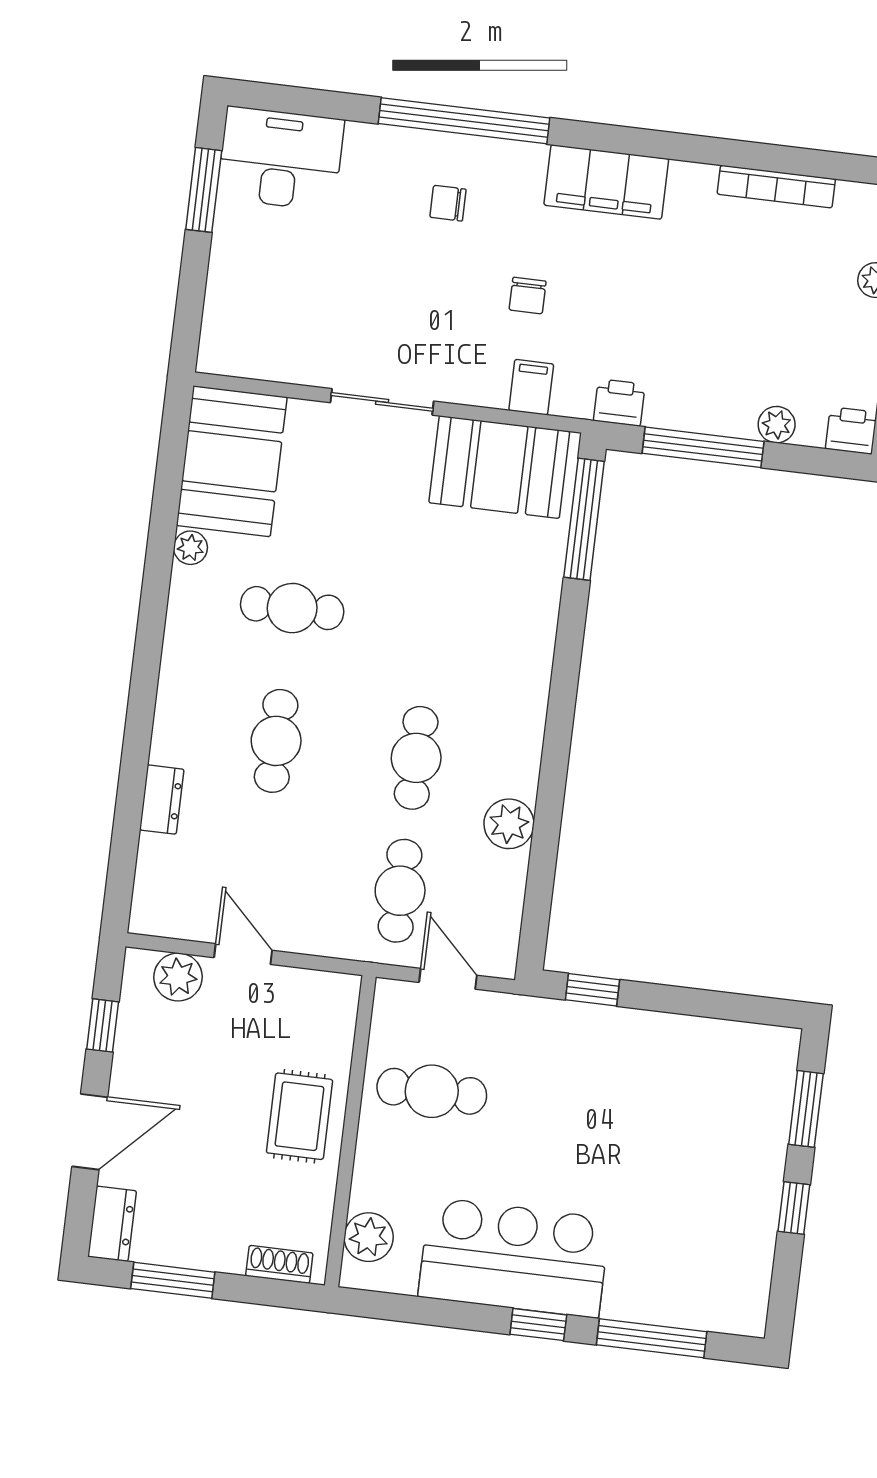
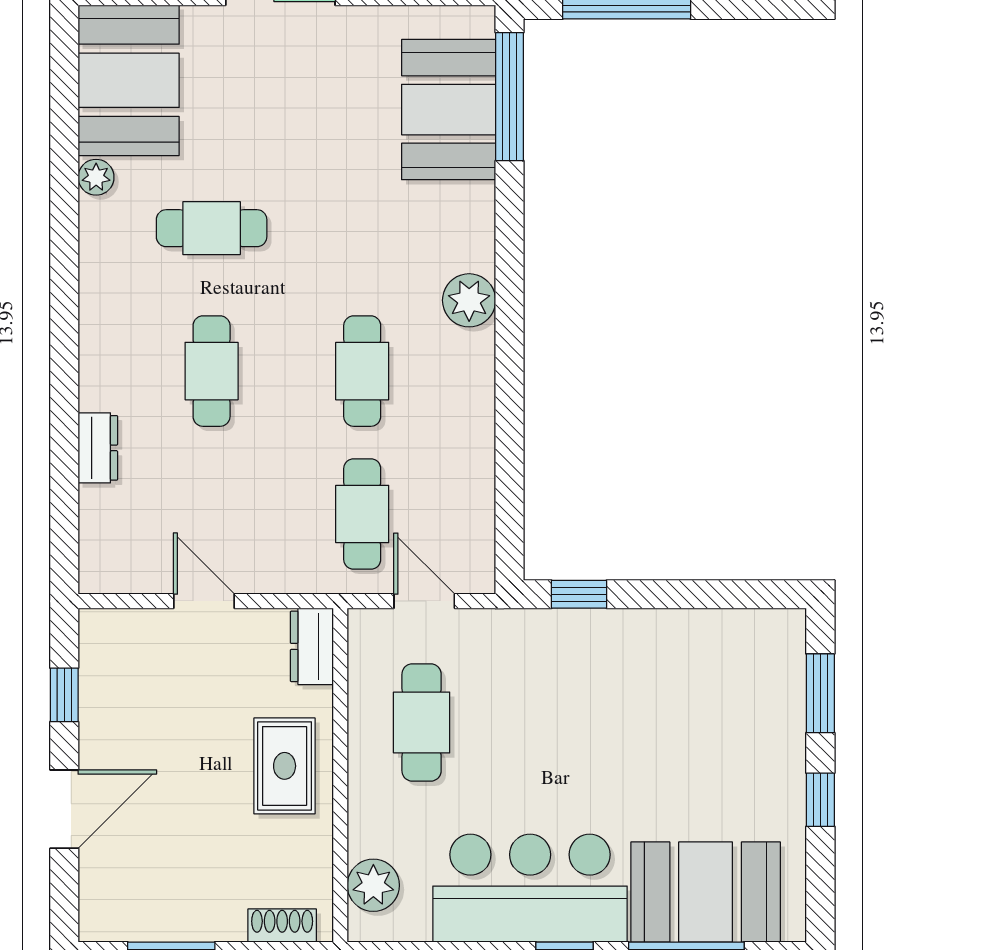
booth: (499, 467) -> (449, 110), moved, turned 90
plant: (509, 824) -> (469, 300), moved
plant: (178, 977) -> (138, 634), removed
cafe table: (432, 1091) -> (422, 722), turned 90
dresser: (112, 1224) -> (312, 646), moved, turned 180
booth: (677, 1281) -> (706, 892), added

